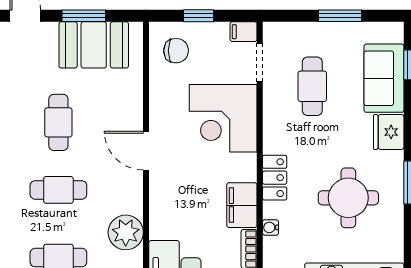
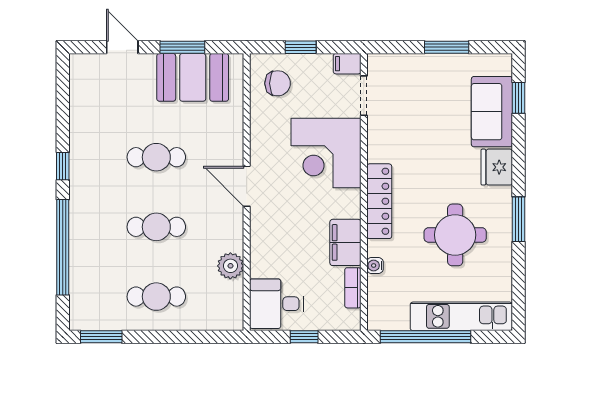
cafe table: (312, 86) -> (418, 120), removed
cafe table: (58, 122) -> (156, 157), turned 90
locker: (275, 178) -> (379, 201), width x1.53
plant: (126, 232) -> (230, 266), width x0.73, depth x0.73

